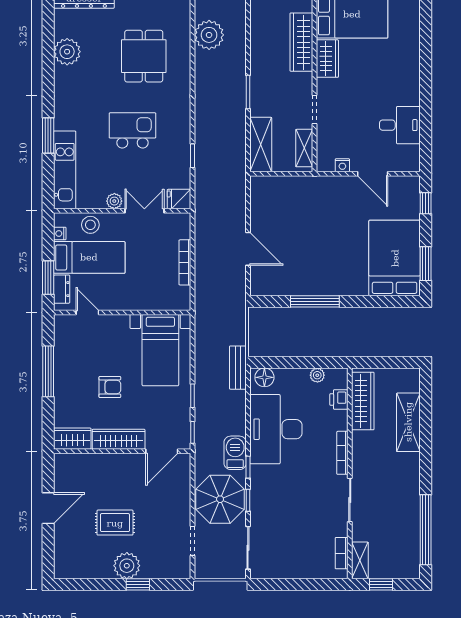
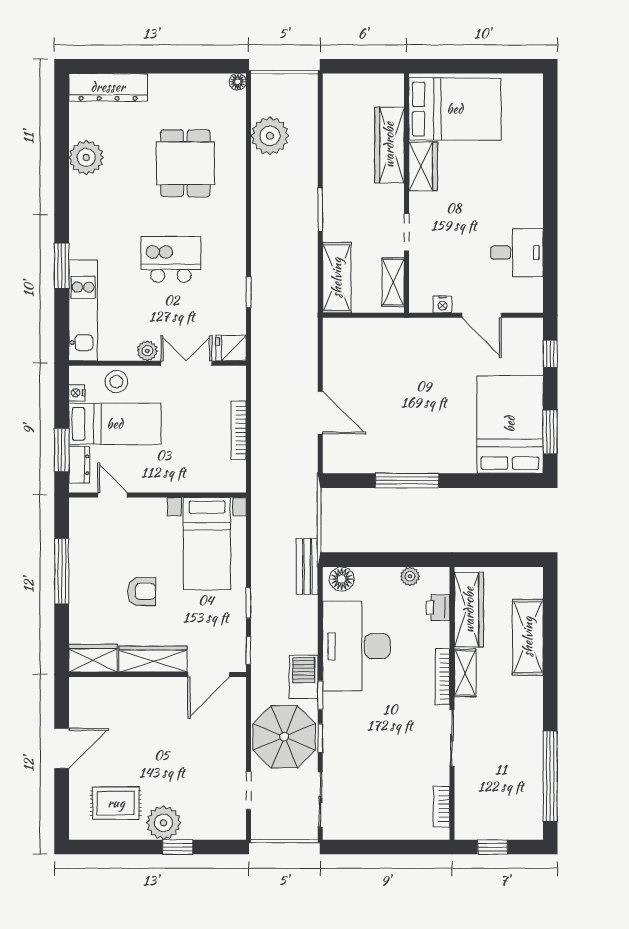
rug: (115, 523) -> (116, 803), moved
shelving: (360, 560) -> (465, 673), moved

